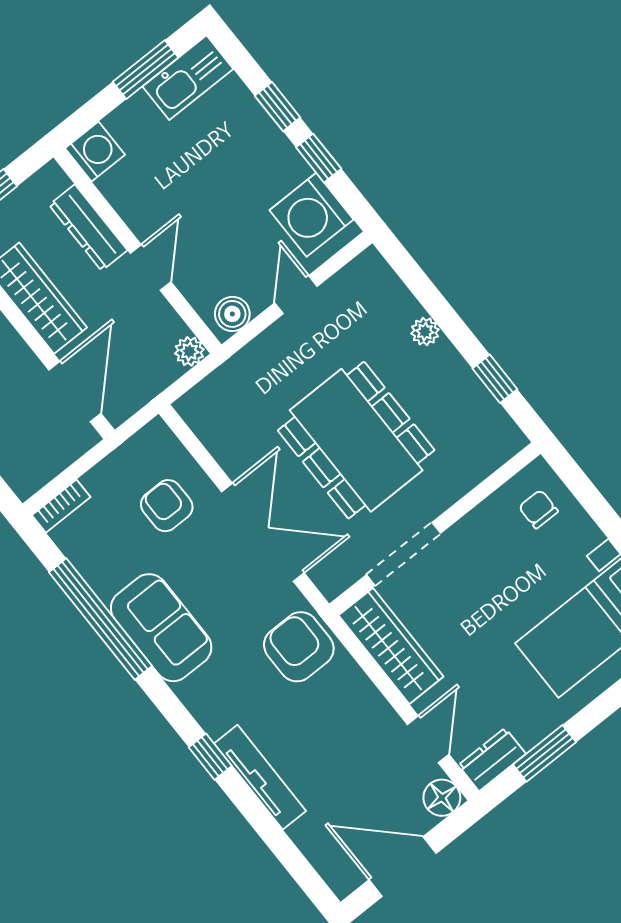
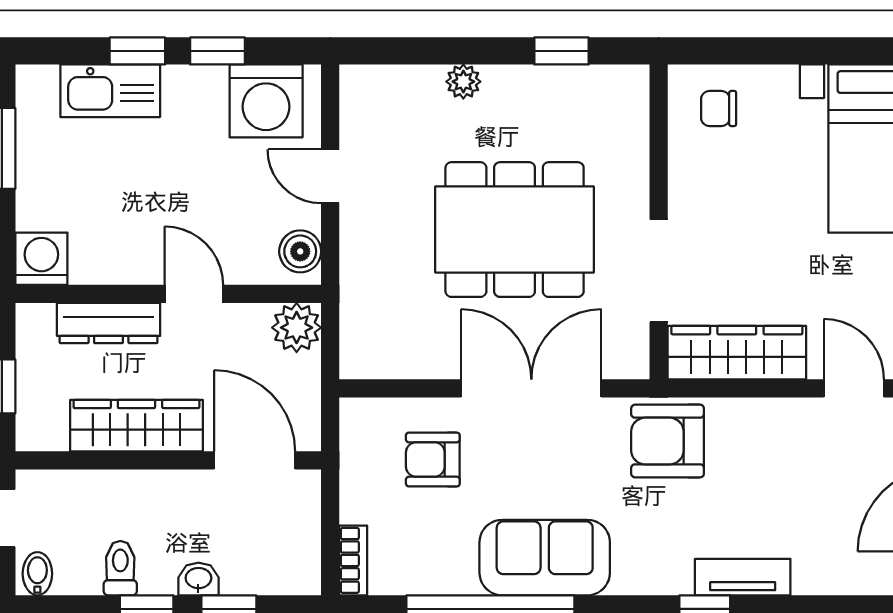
kitchen sink: (188, 78) -> (110, 91), moved, turned 90
plant: (189, 351) -> (297, 328), width x1.38, depth x1.38
tv unit: (260, 777) -> (743, 577), width x0.71

